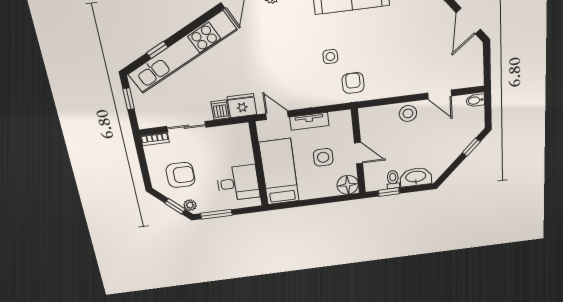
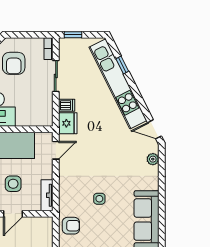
armchair: (353, 83) -> (71, 226), moved
window: (129, 99) -> (73, 35), moved
tv unit: (309, 121) -> (47, 195), moved

